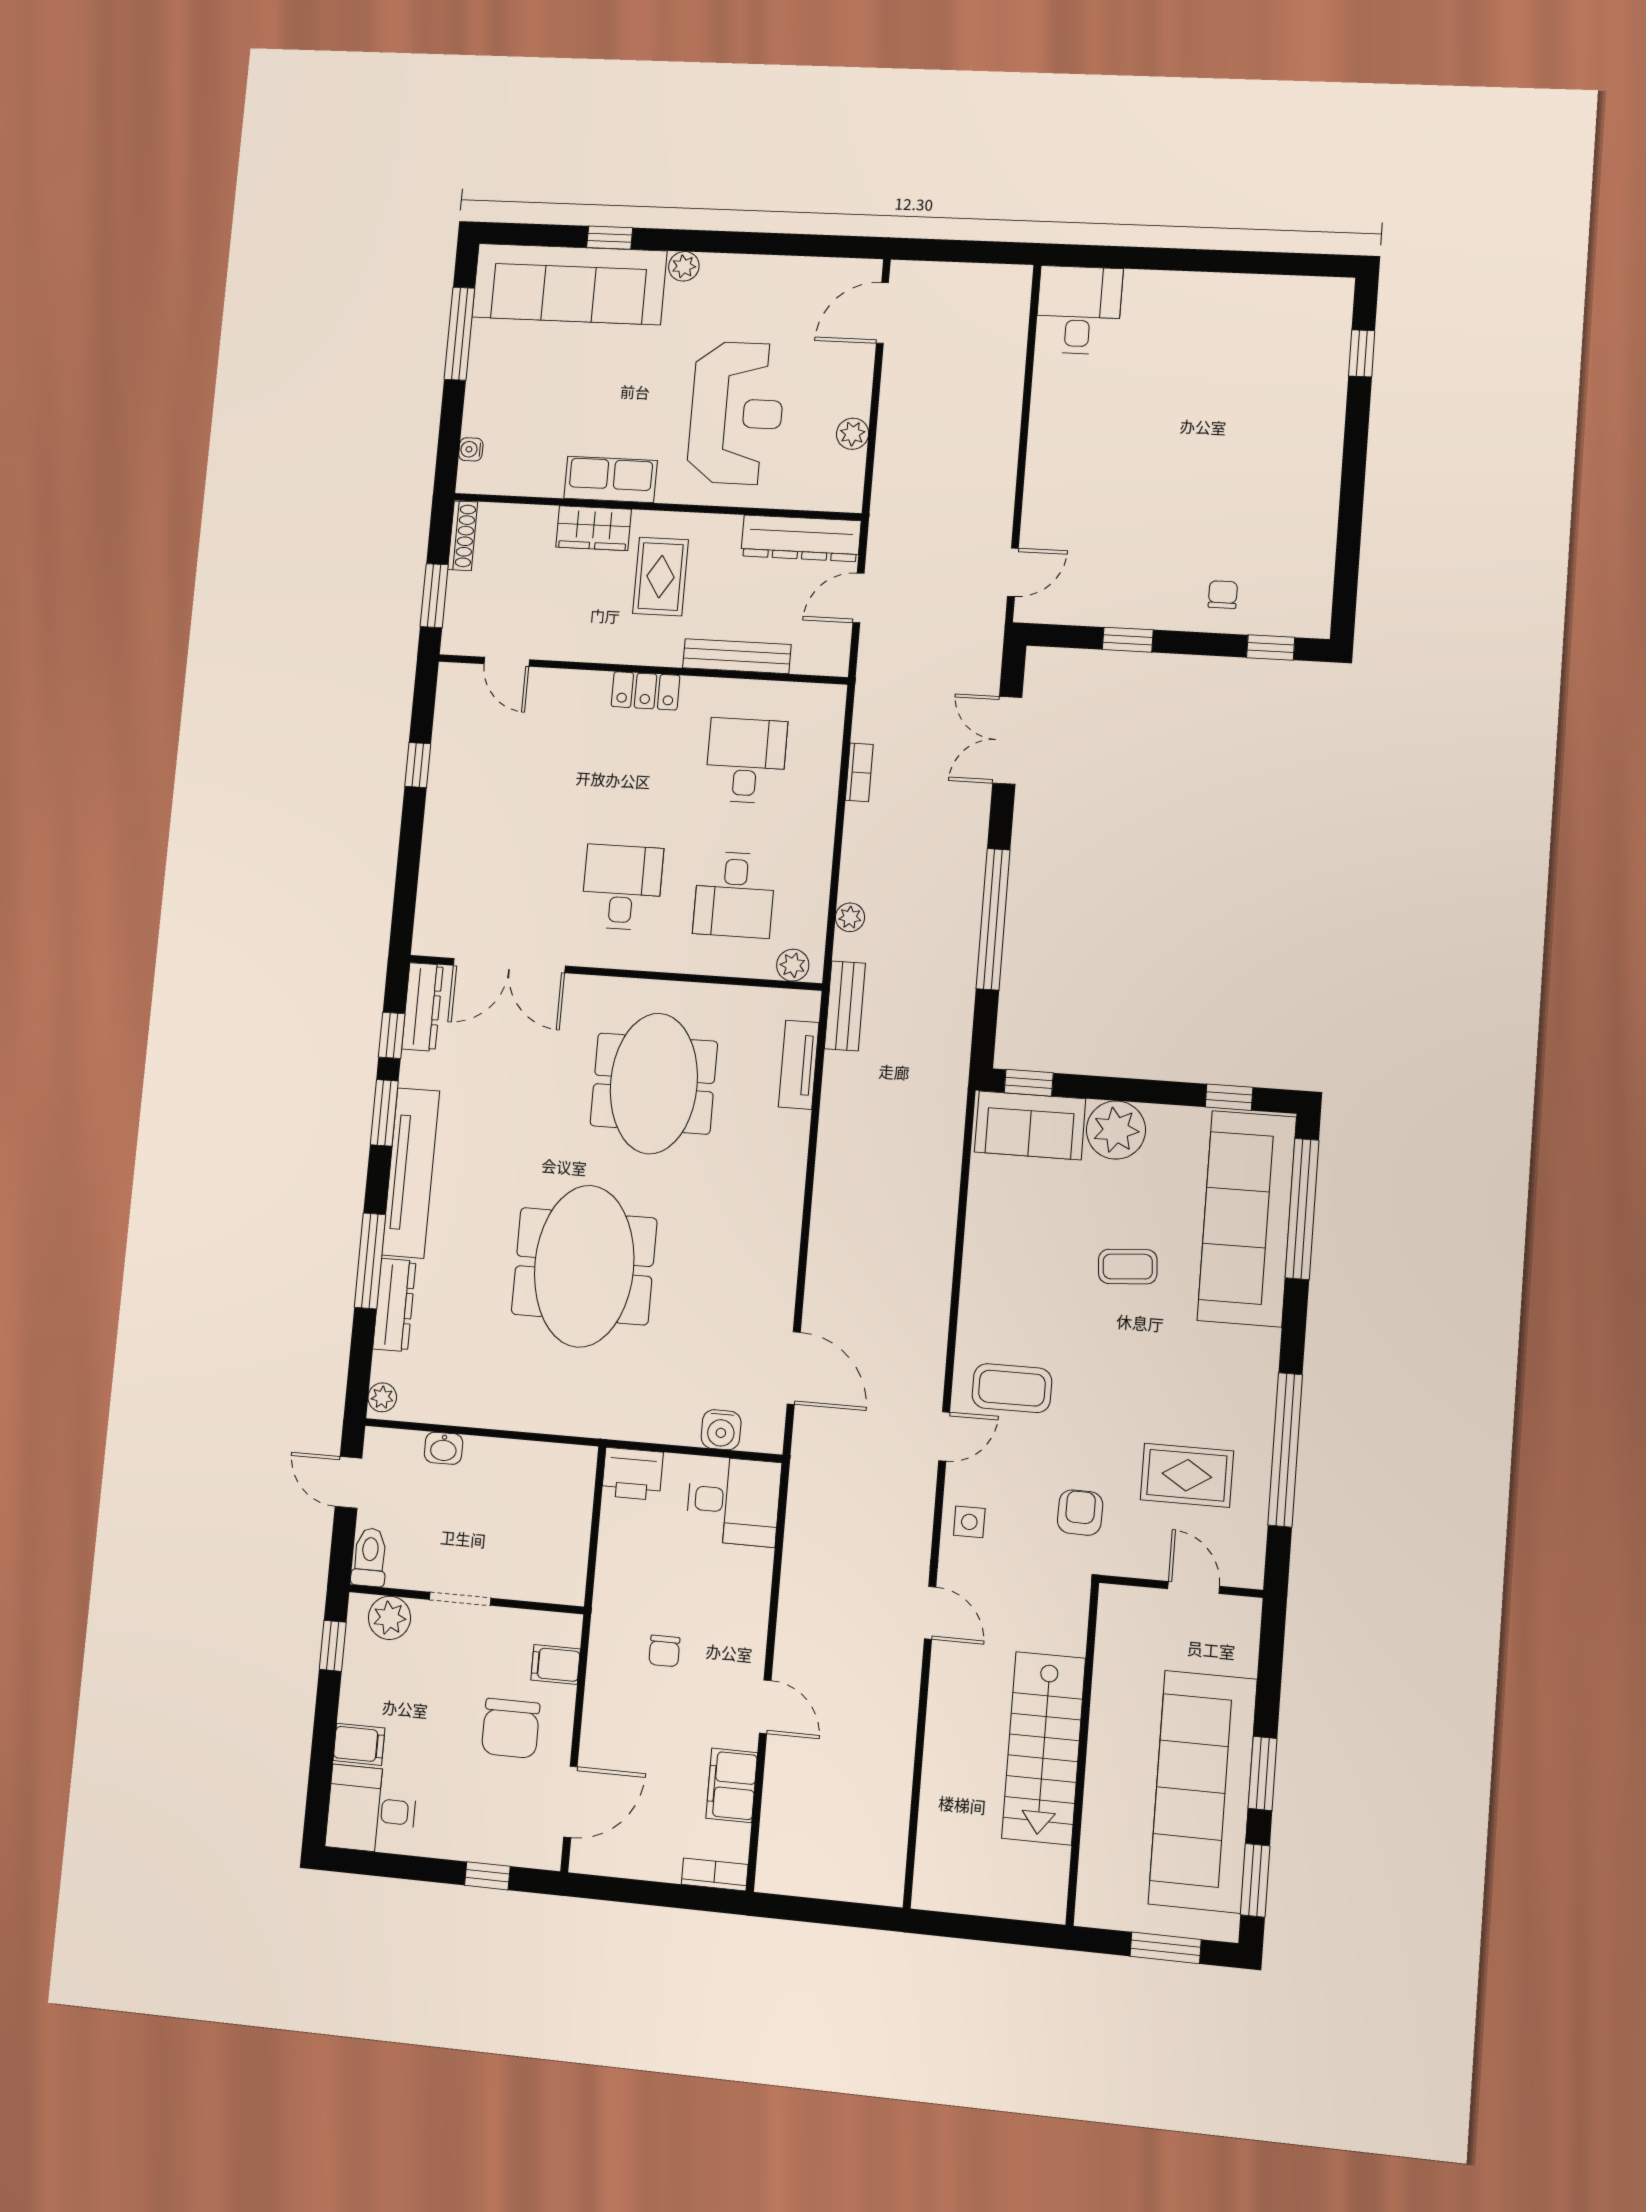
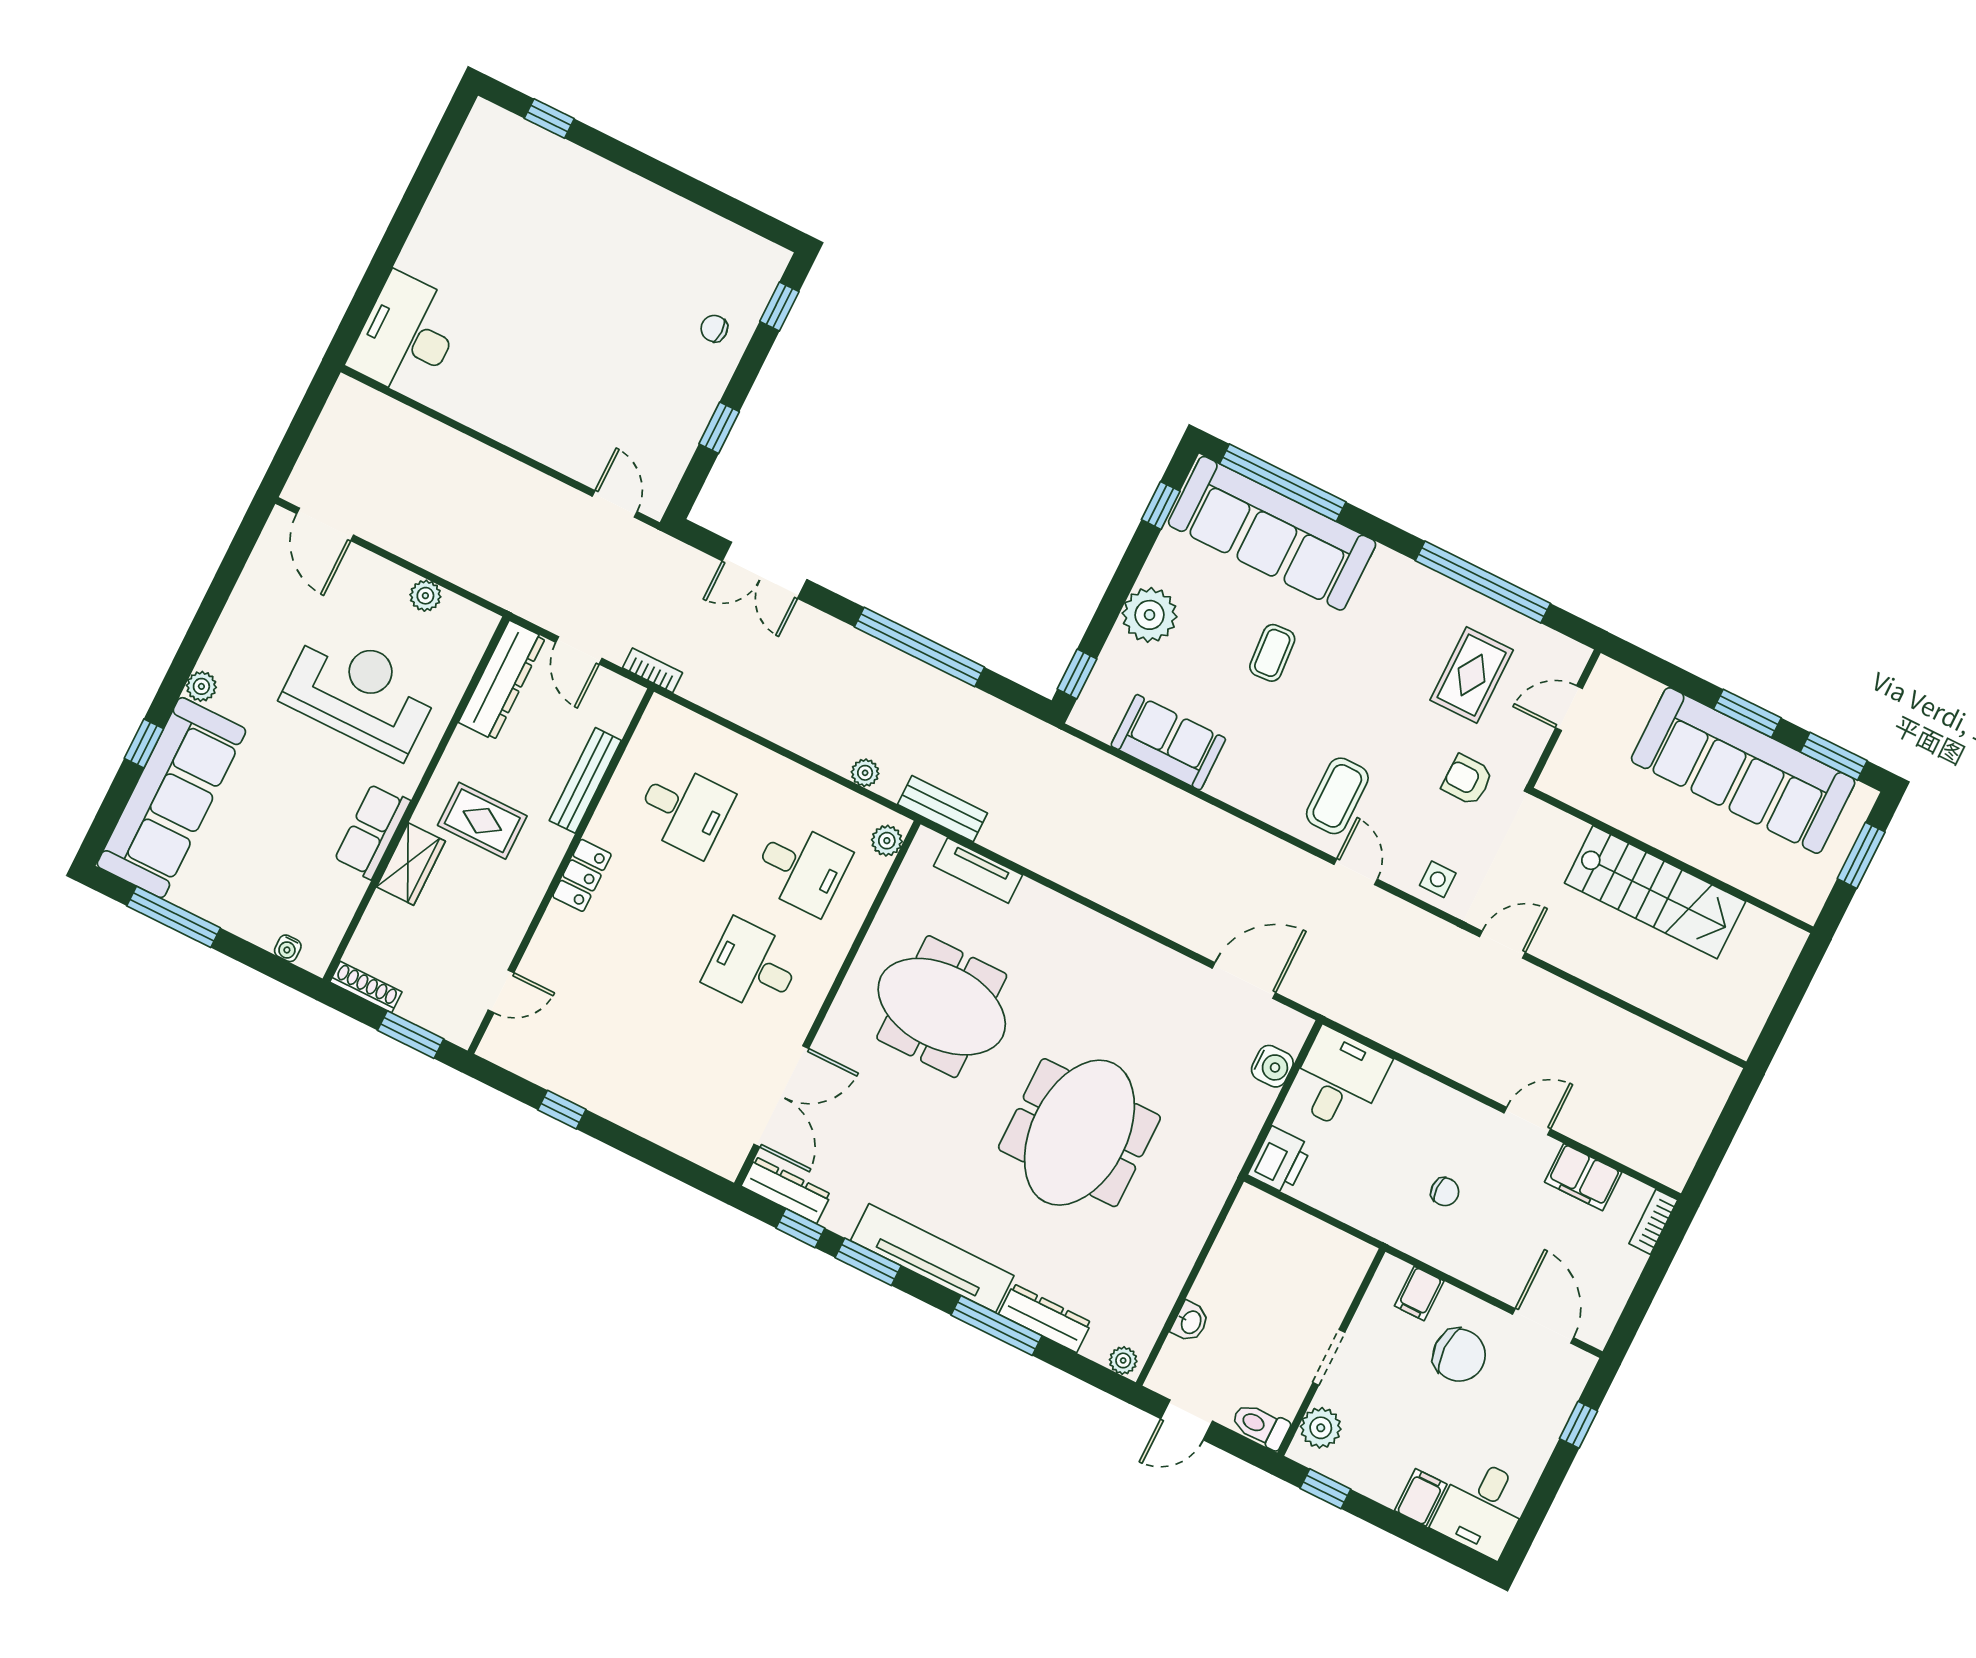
desk: (1079, 310) -> (407, 336), width x1.37
desk: (746, 761) -> (684, 810), turned 180
bookcase: (859, 772) -> (652, 670), moved
sofa: (1030, 1125) -> (1168, 742), moved, turned -90
meeting table: (584, 1266) -> (1079, 1133), turned 90

